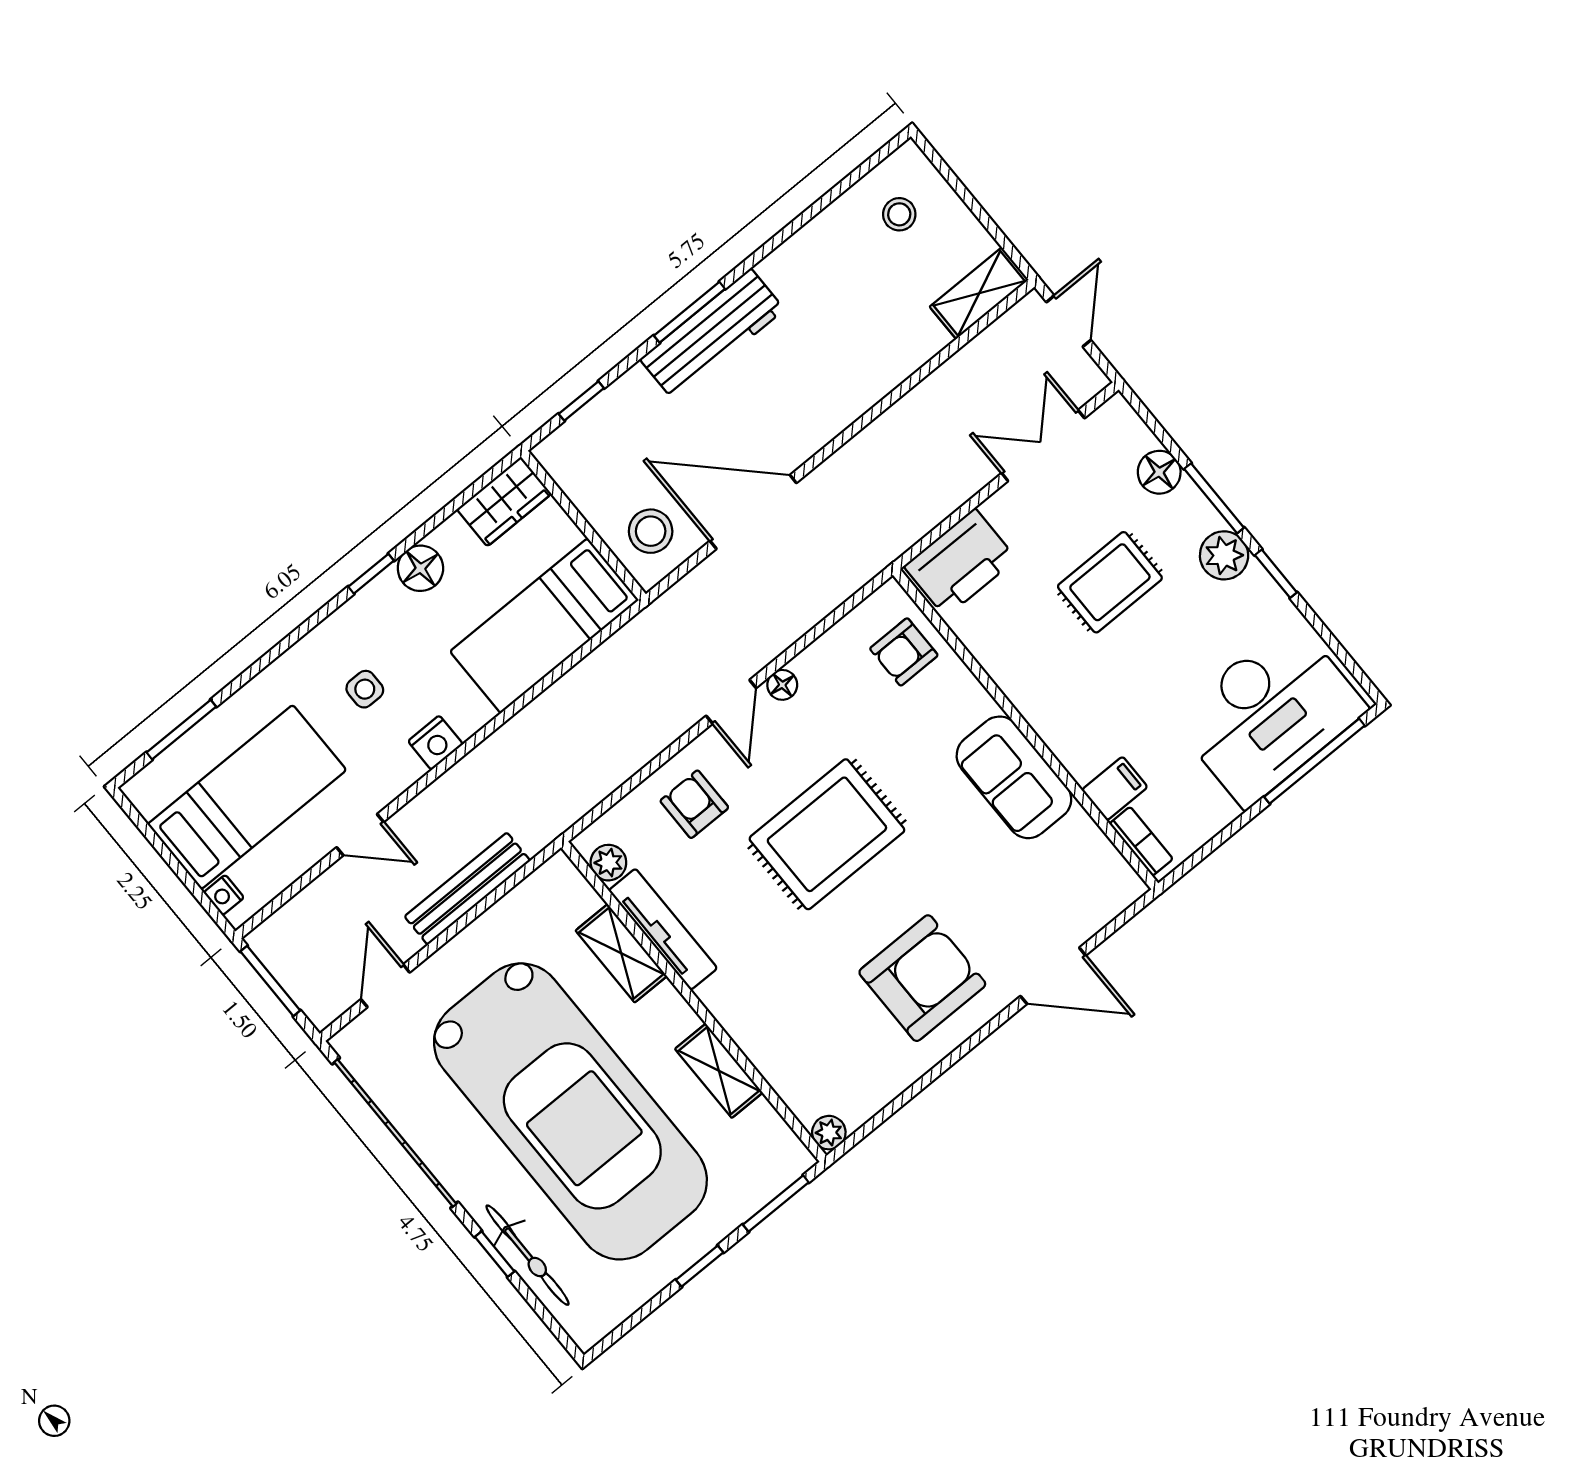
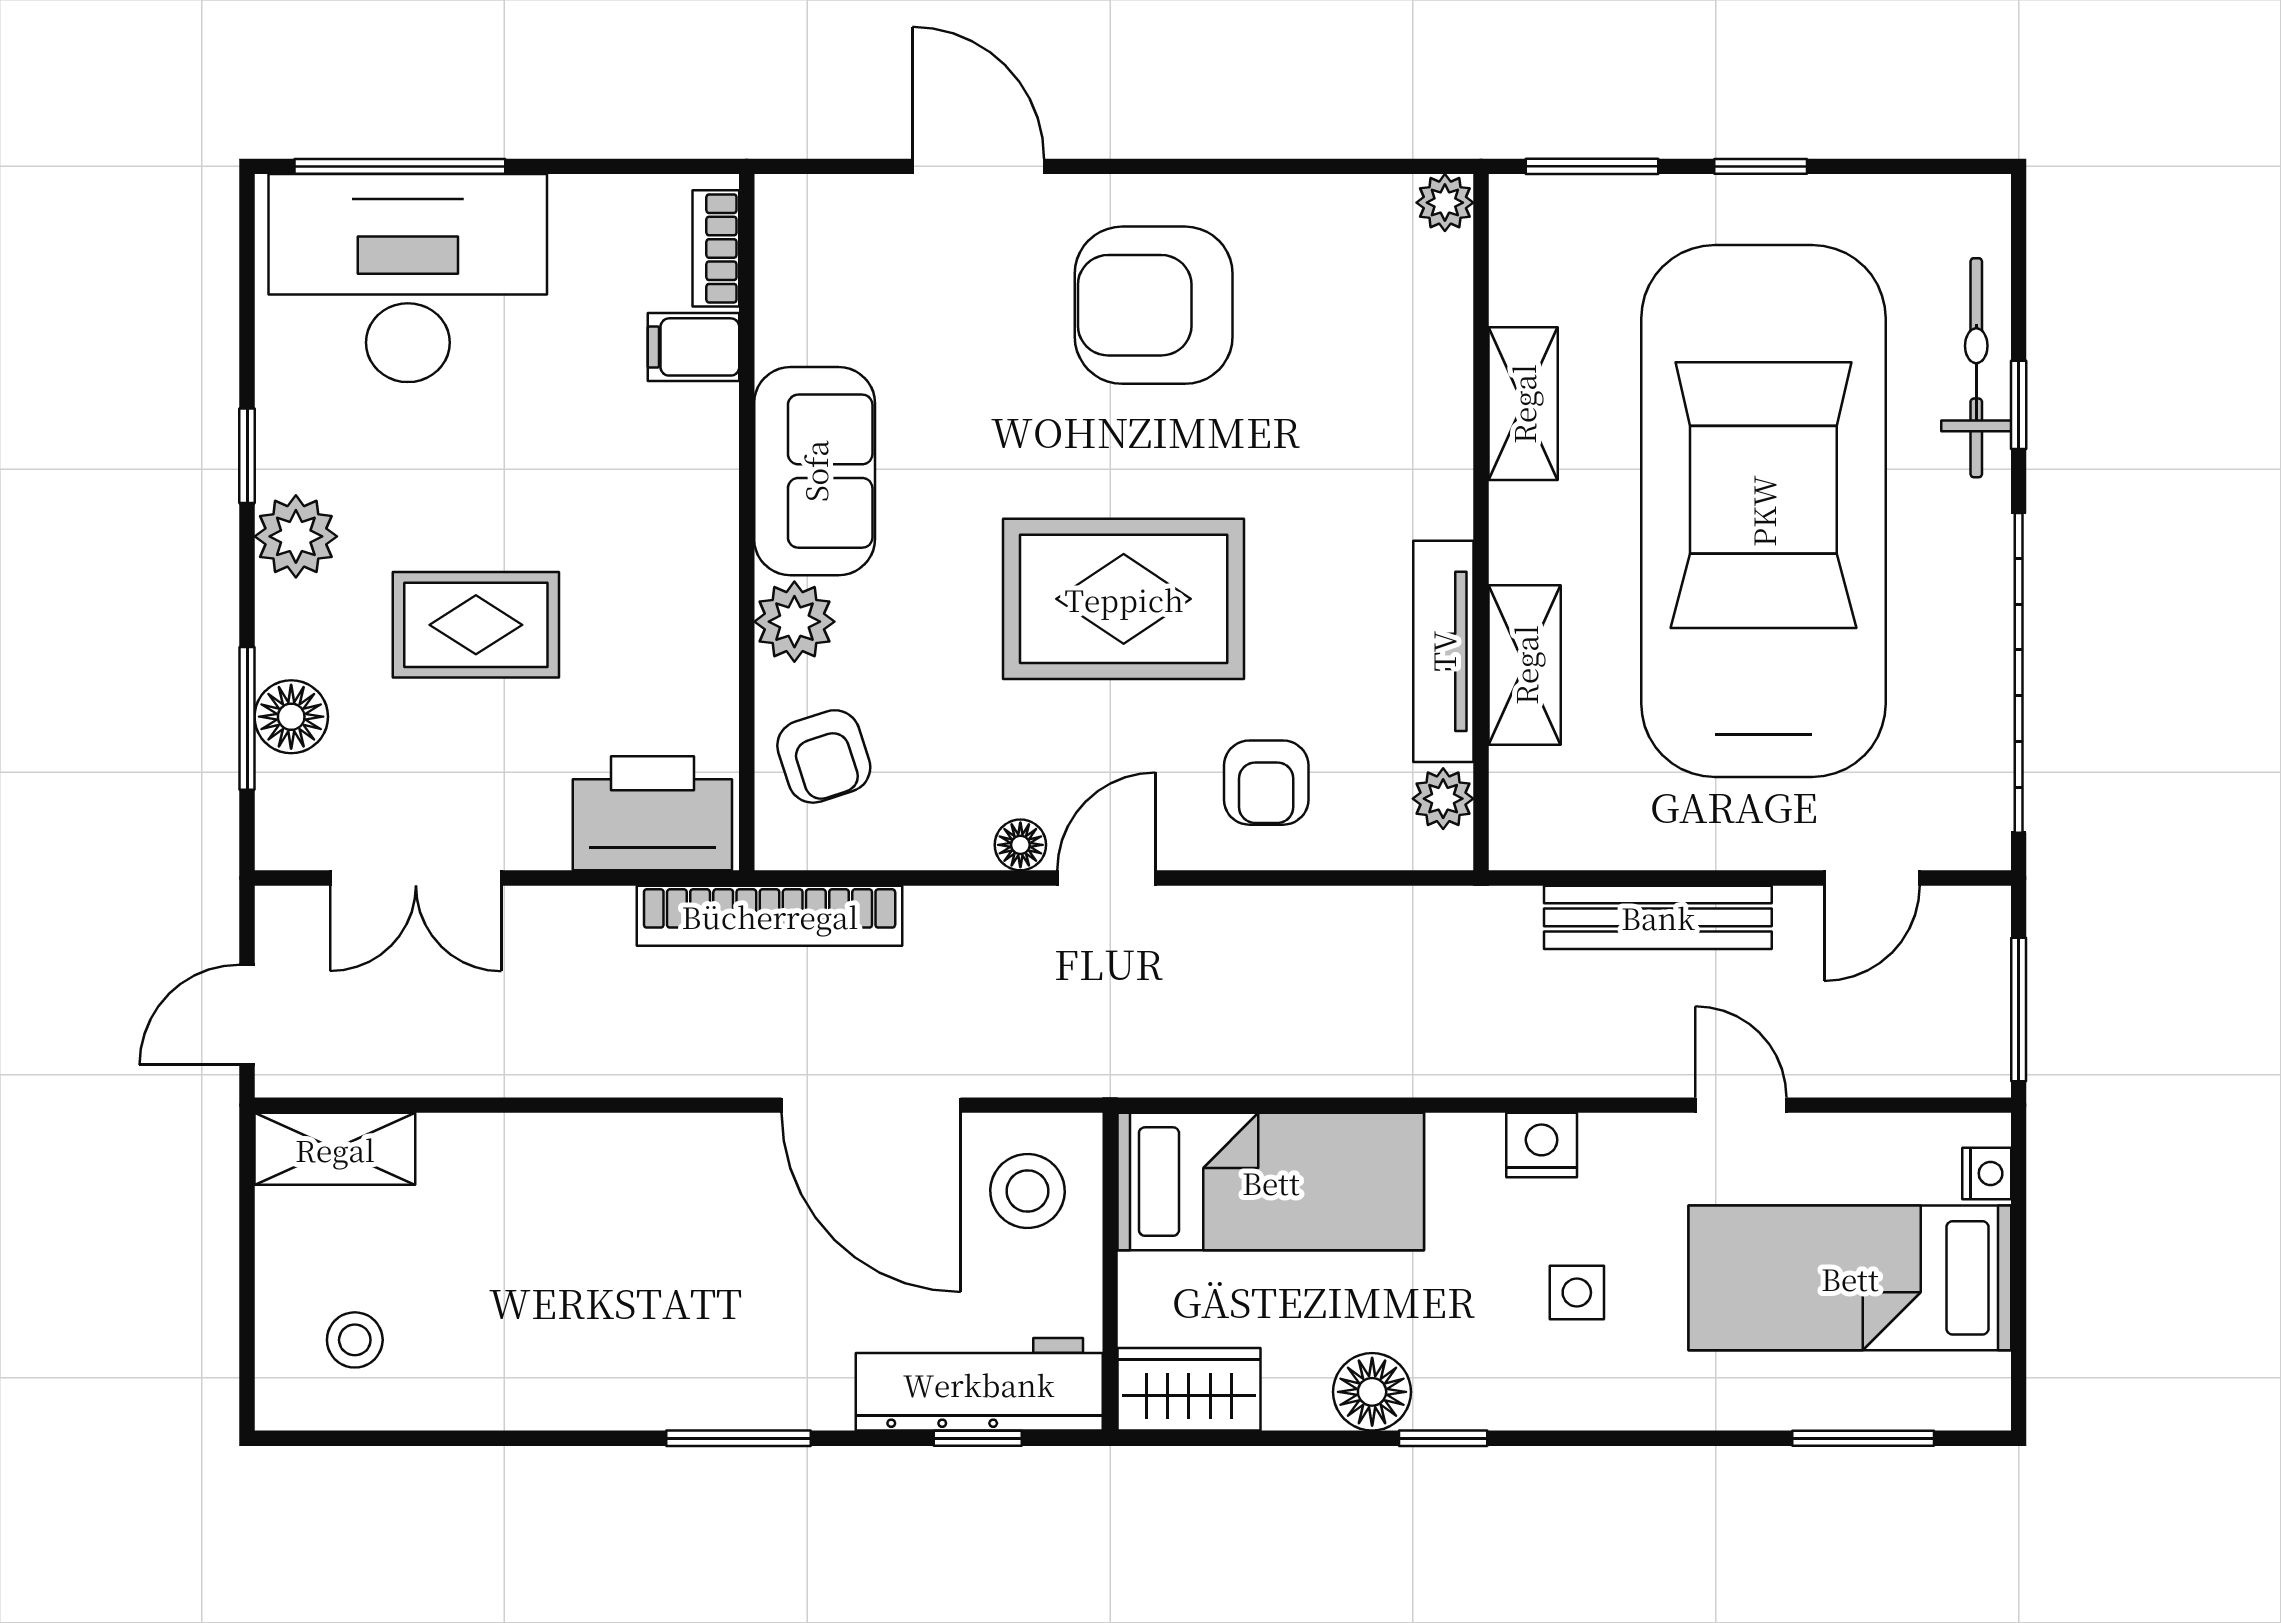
workbench: (712, 334) -> (979, 1384), moved
window: (1214, 498) -> (247, 718), moved
bookcase: (869, 560) -> (770, 916), added
armchair: (904, 652) -> (824, 756), turned 72
plant: (967, 702) -> (794, 622), added

